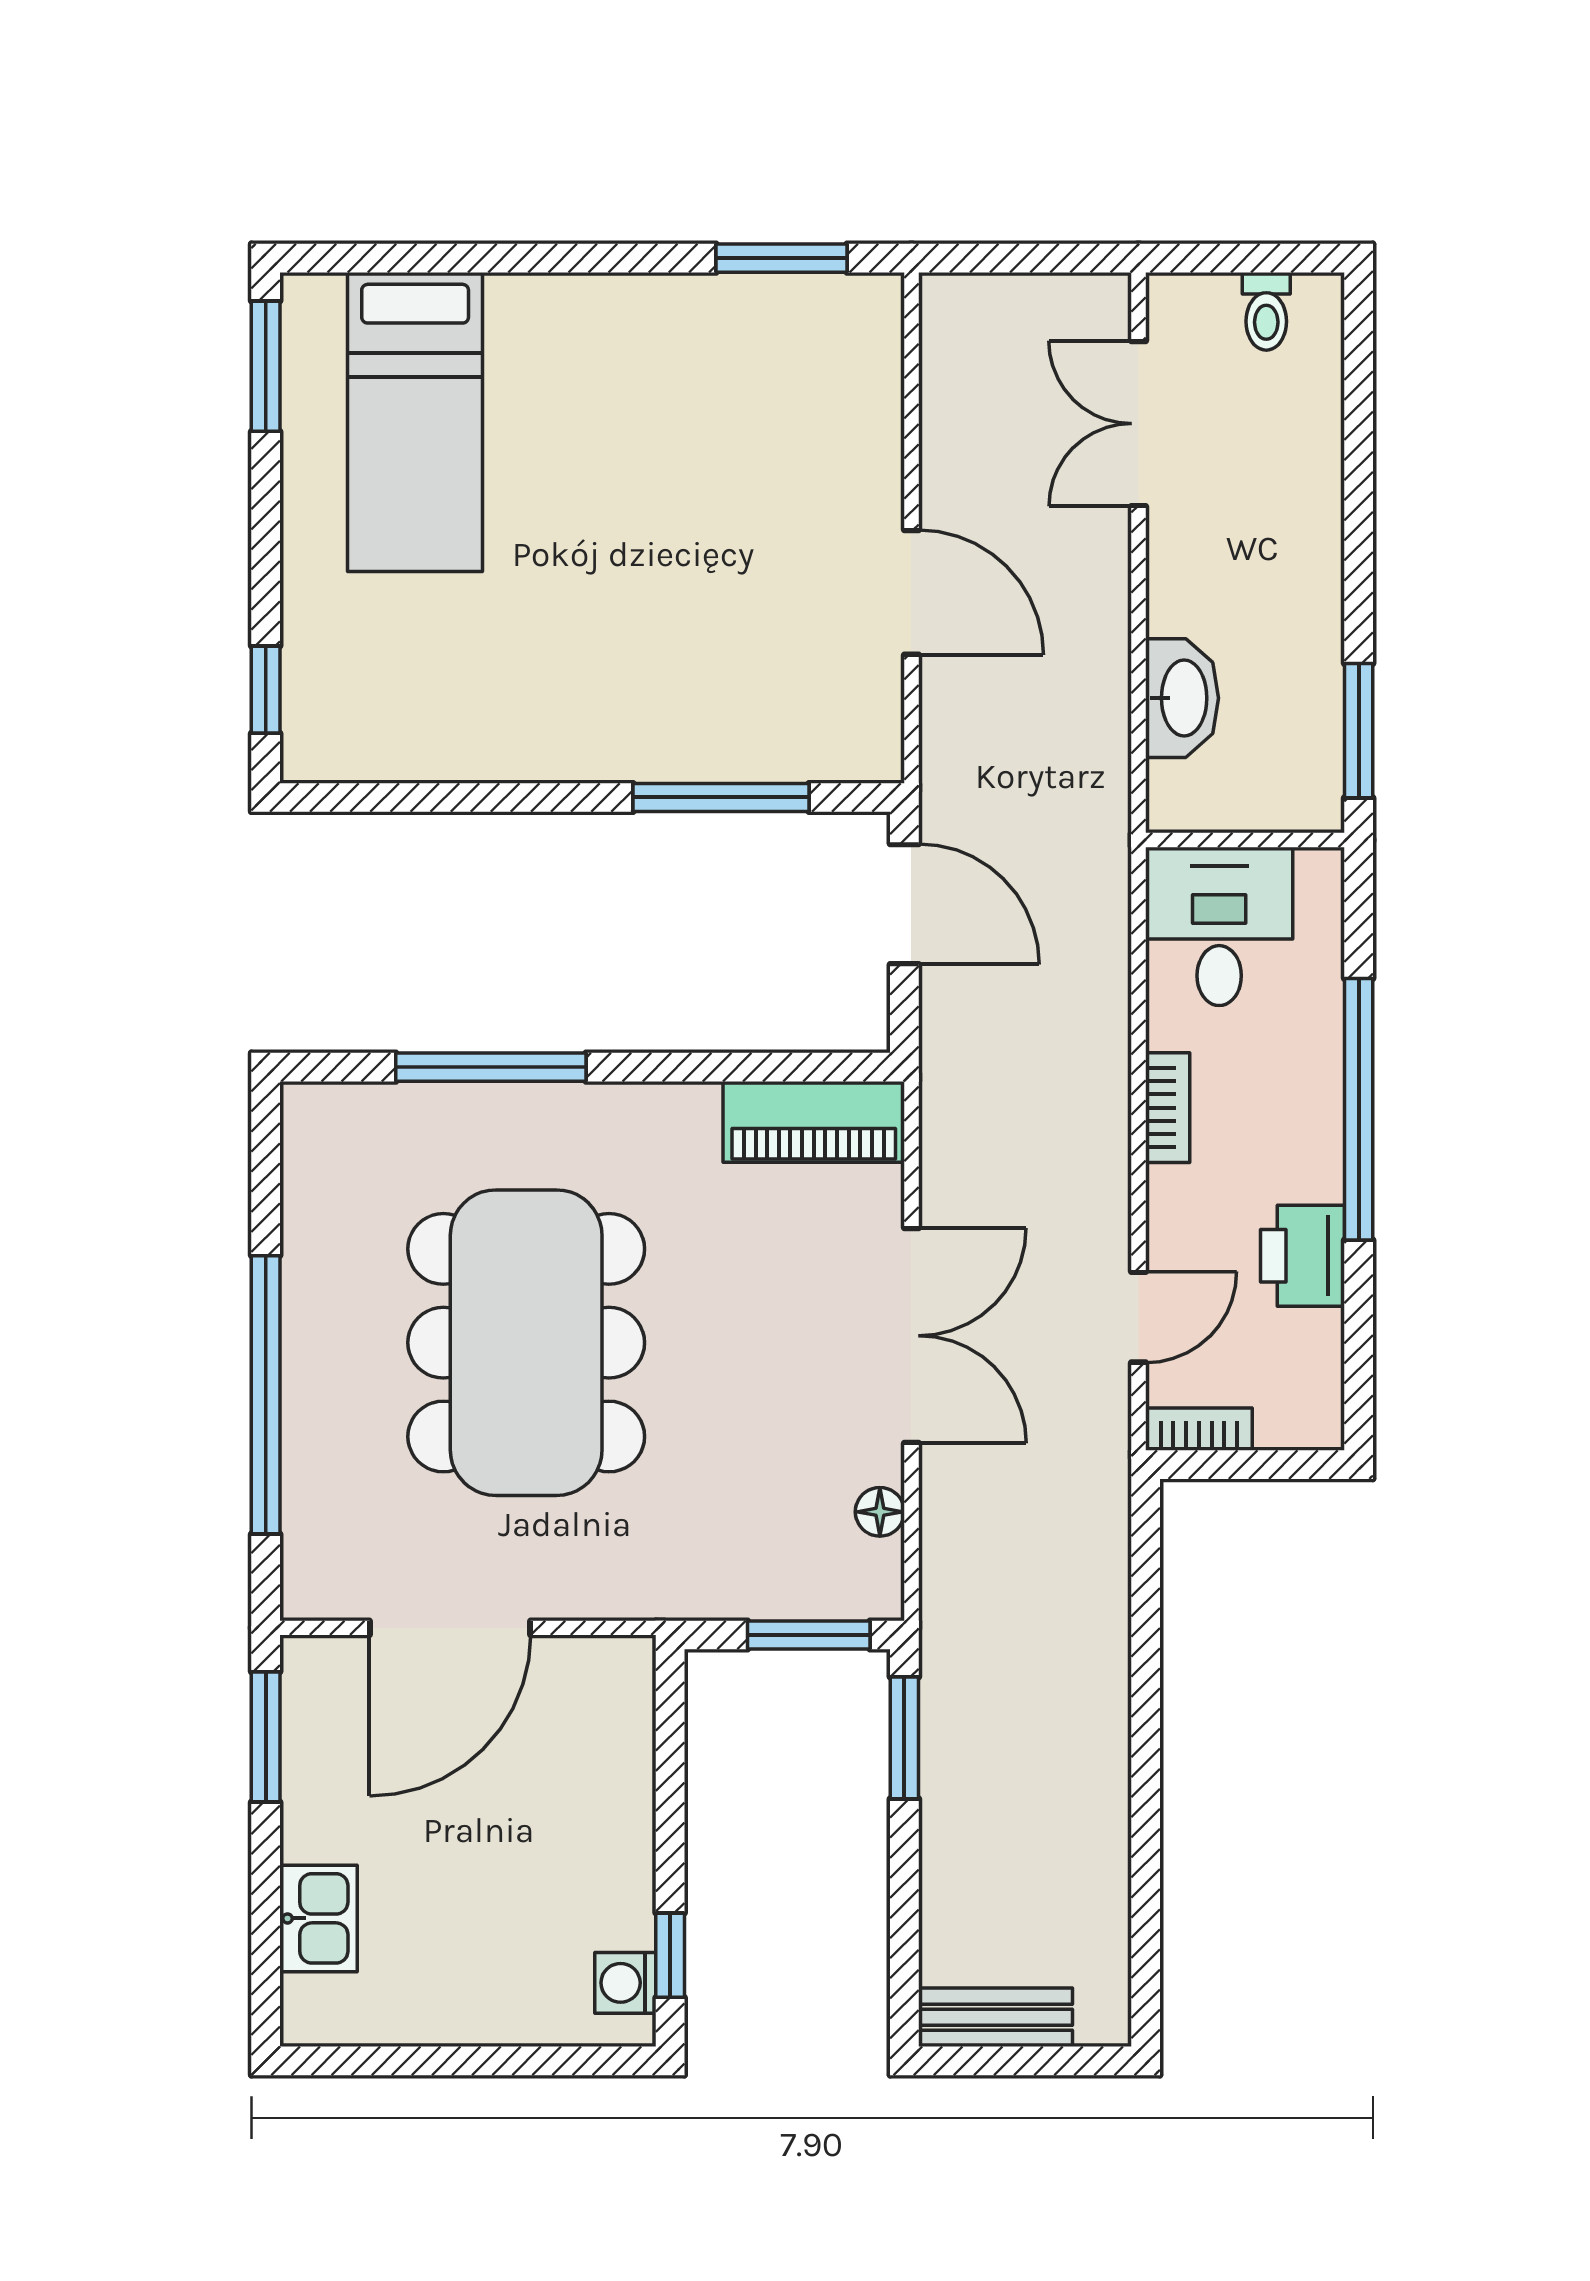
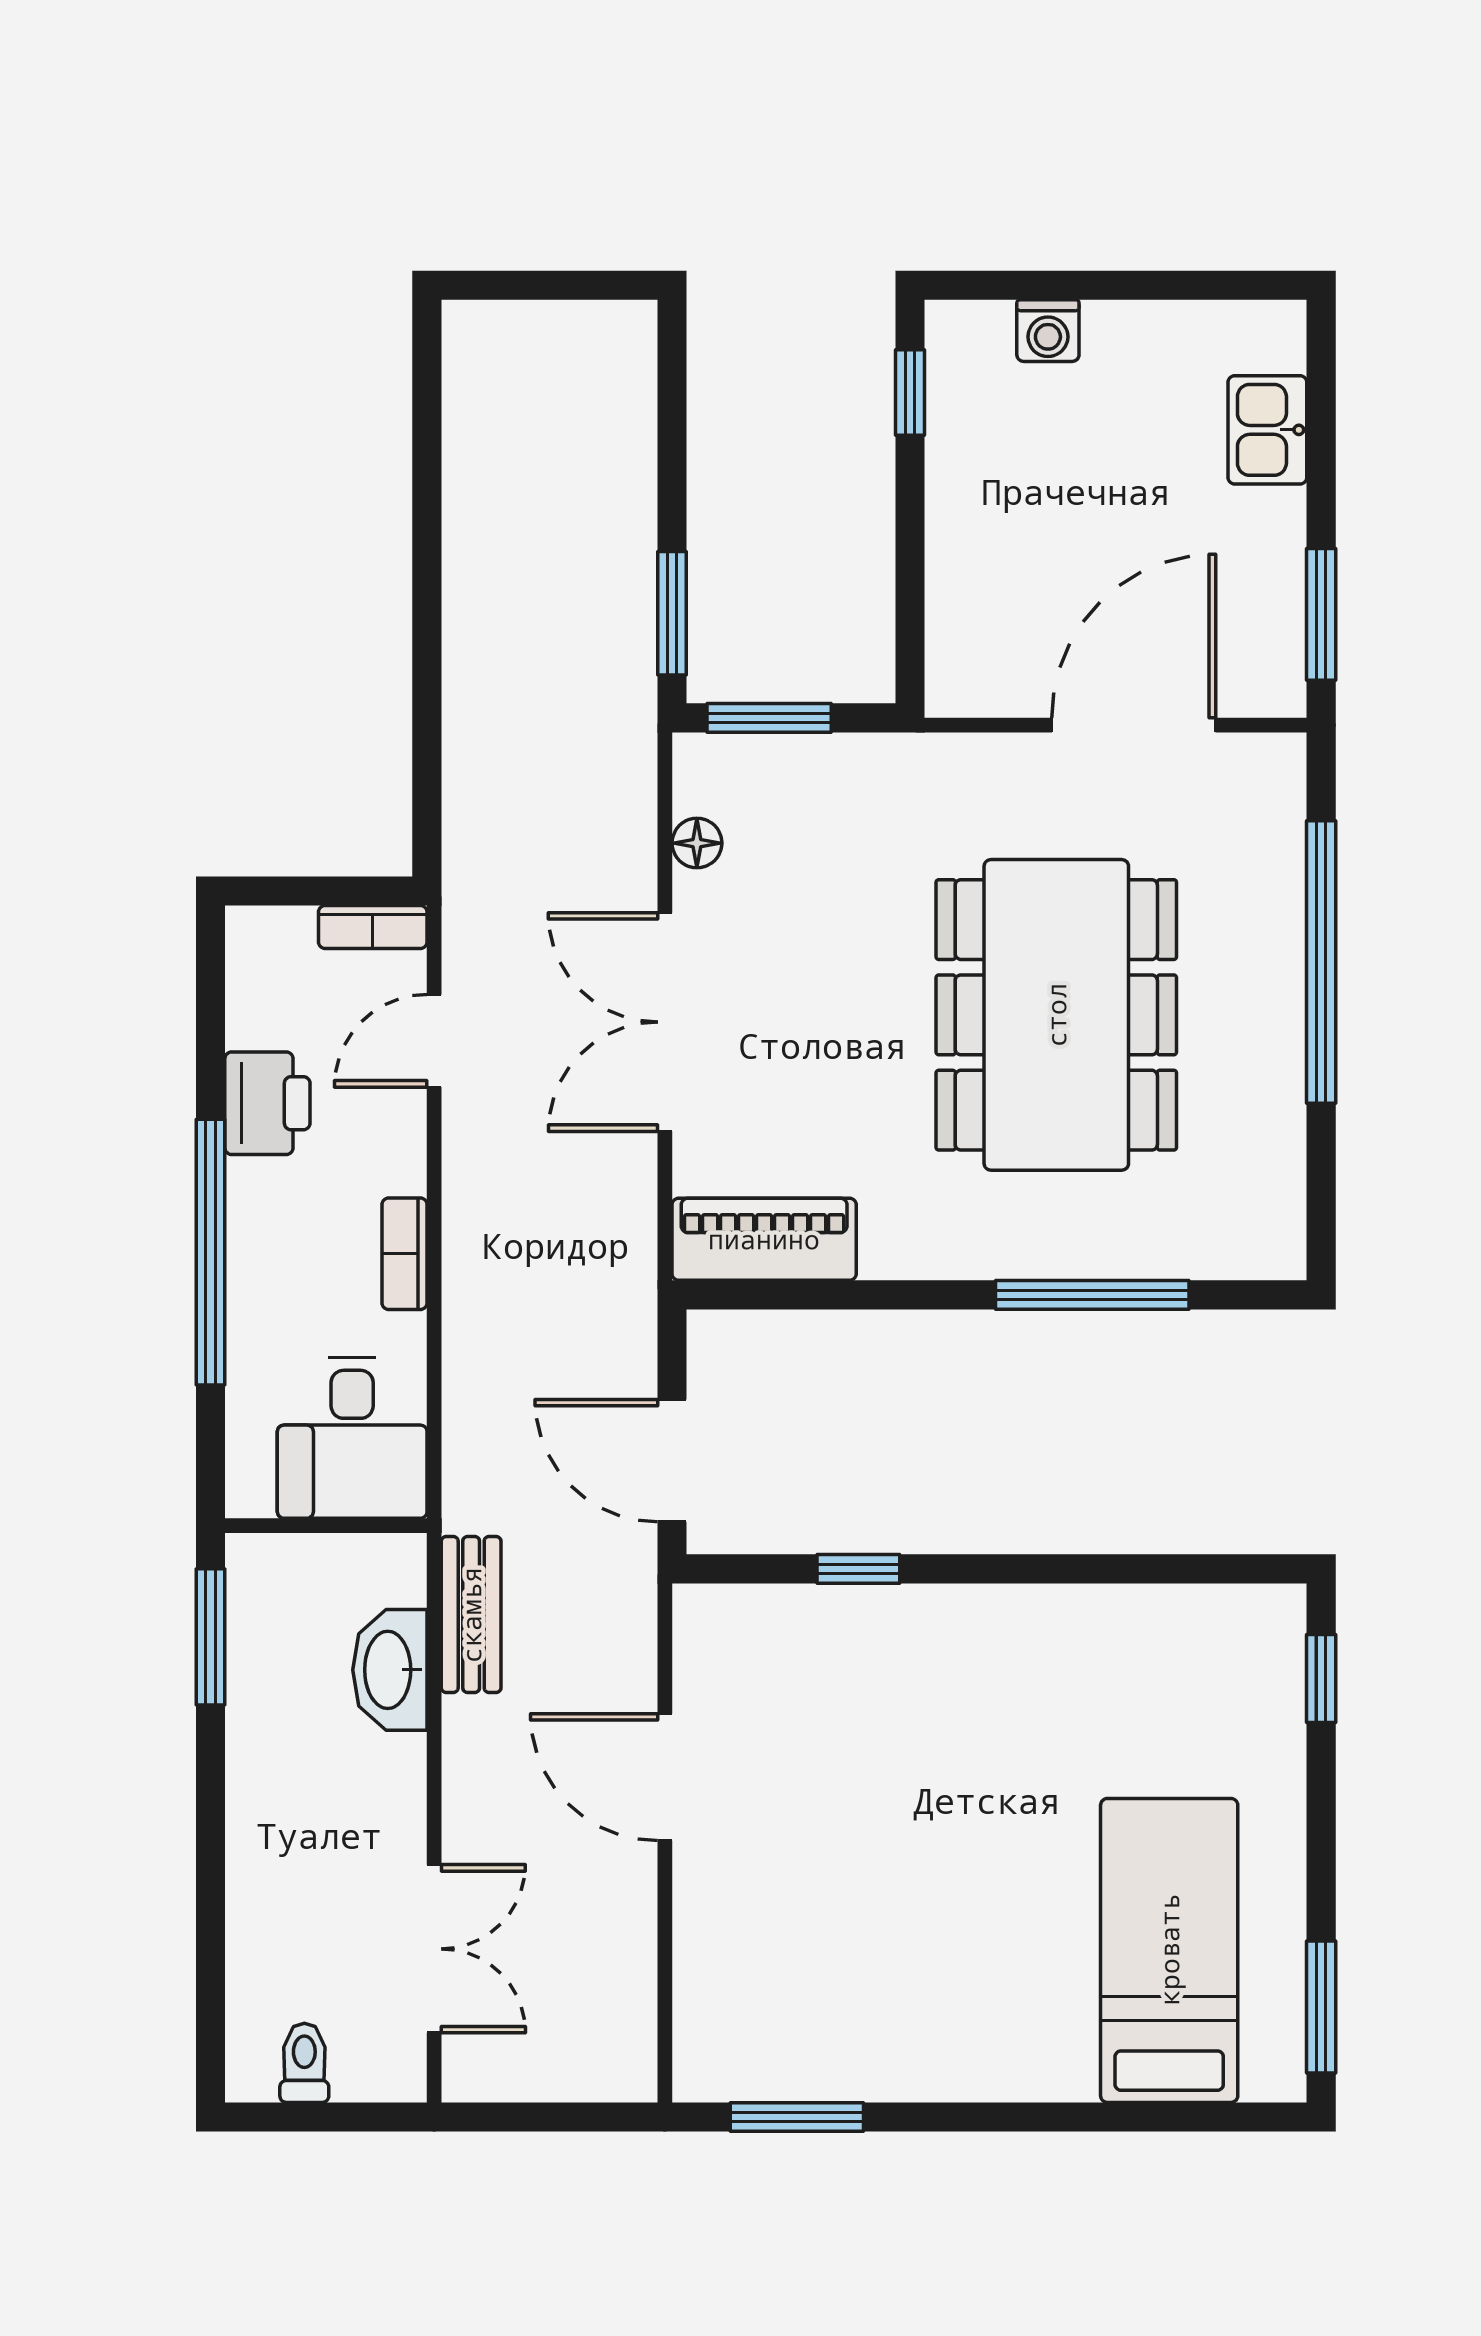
window: (721, 797) -> (858, 1569), width x0.46
washing machine: (625, 1983) -> (1048, 331), moved, turned 90
bench: (995, 2017) -> (471, 1615), moved, turned 90

